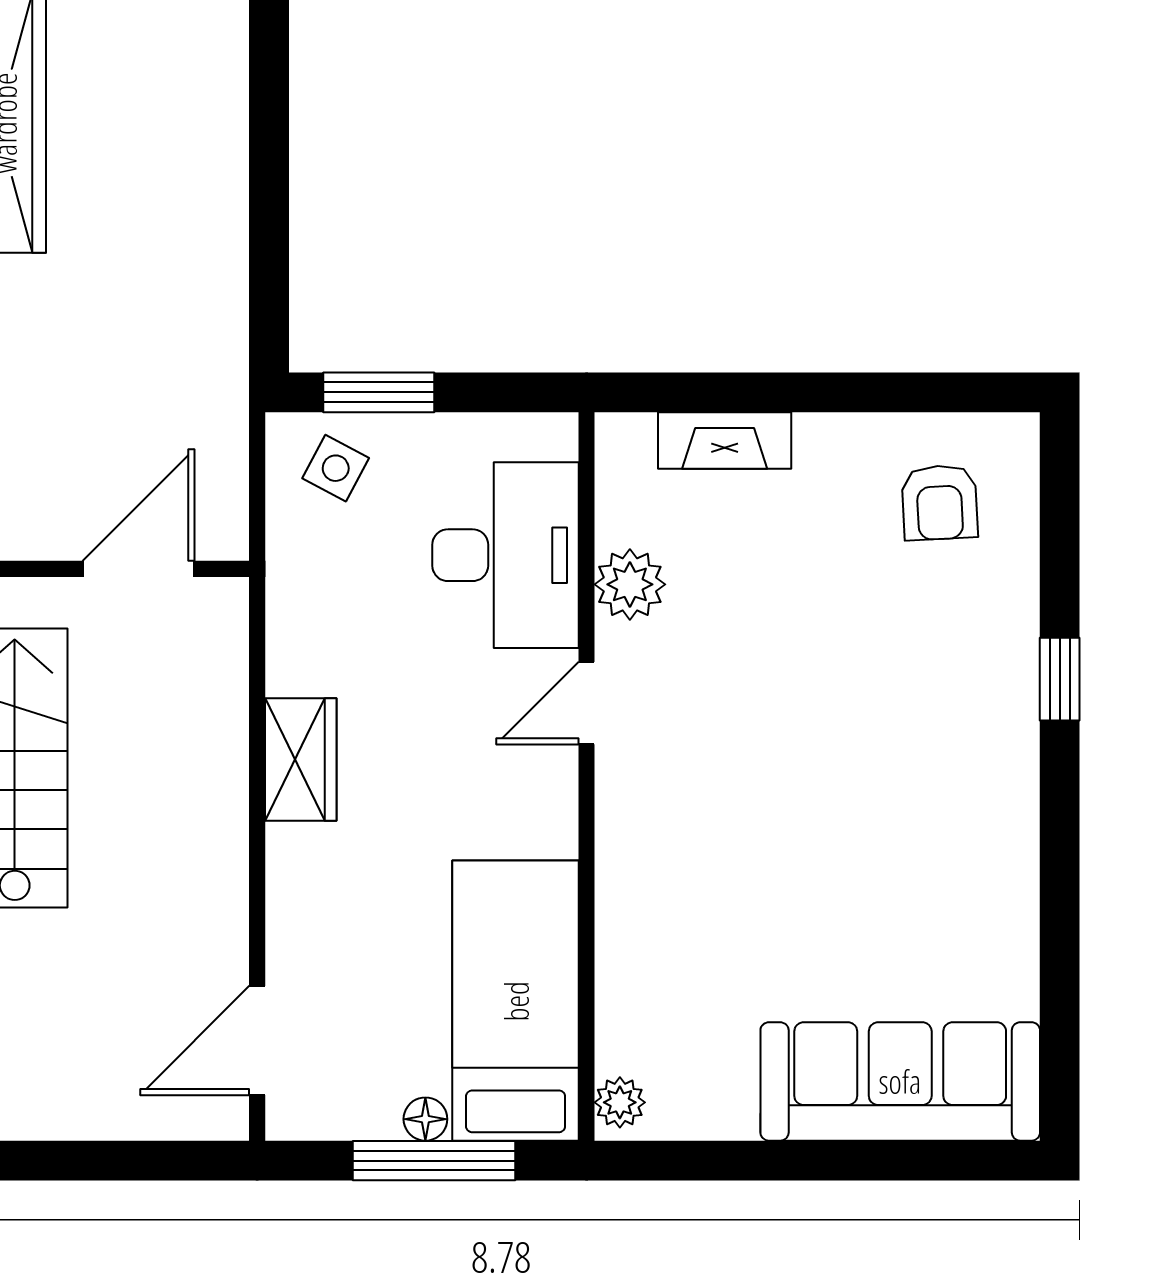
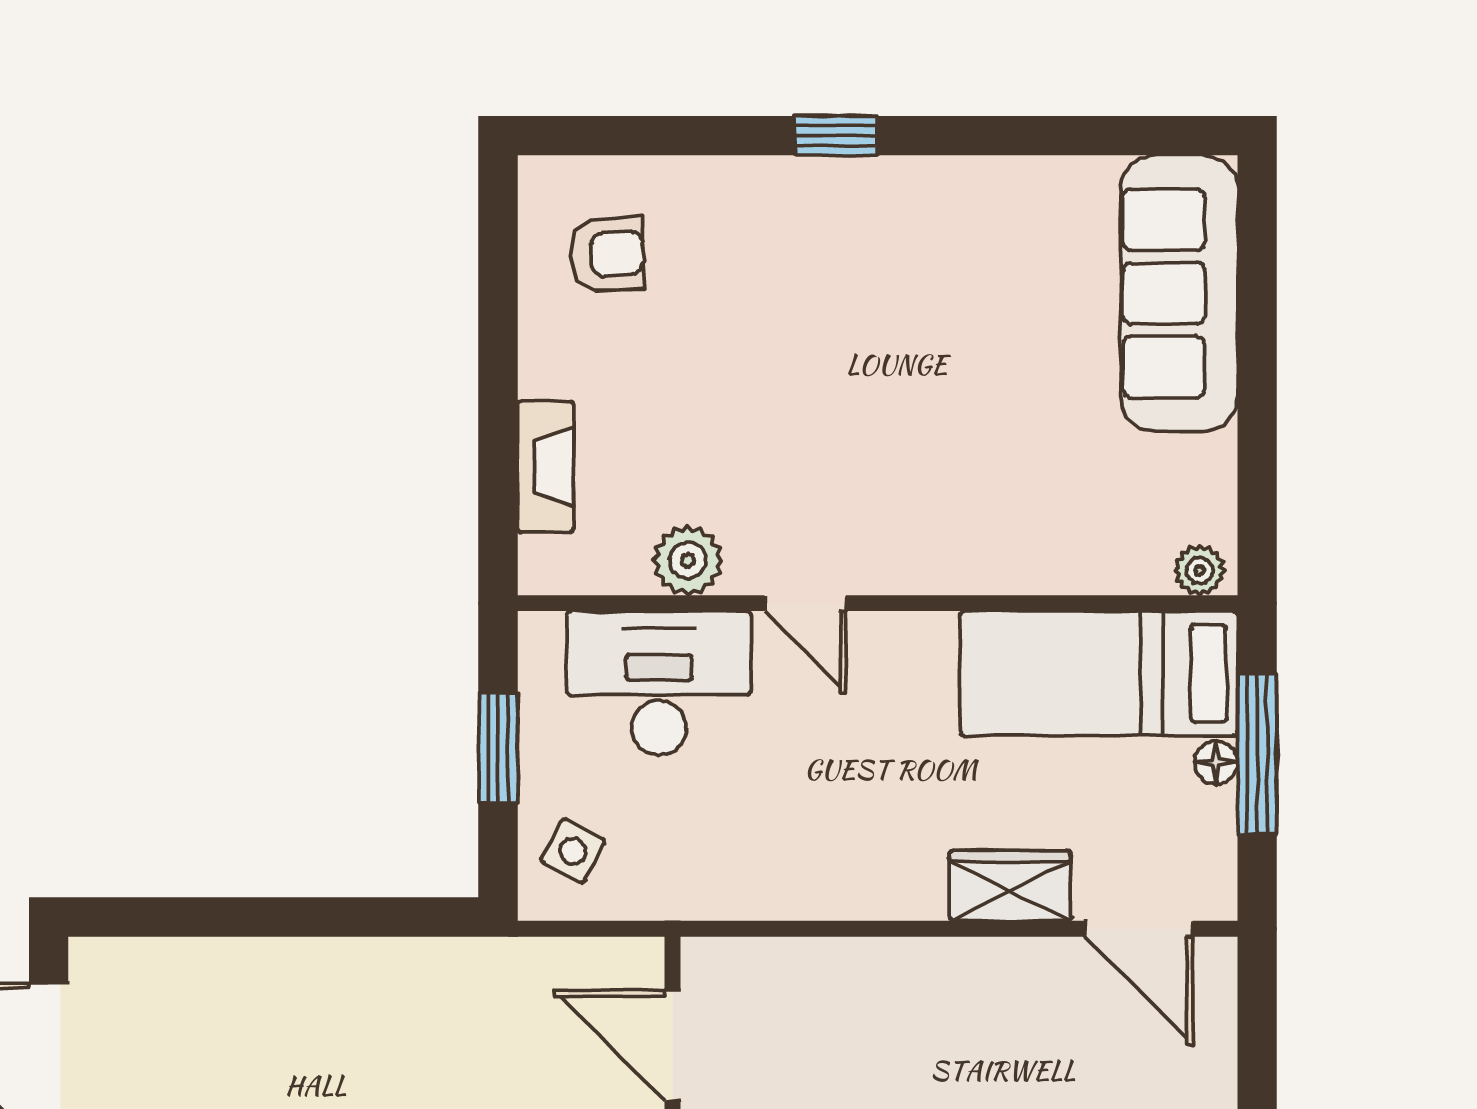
window: (379, 392) -> (498, 748), moved
window: (1060, 679) -> (836, 136), moved
wardrobe: (301, 760) -> (1010, 886), moved

